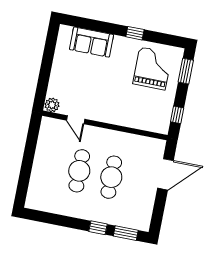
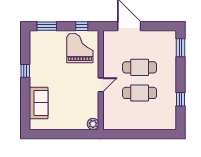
grand piano: (152, 68) -> (80, 48), moved, turned 90
door: (76, 120) -> (101, 85), moved
window: (98, 228) -> (181, 99), moved

